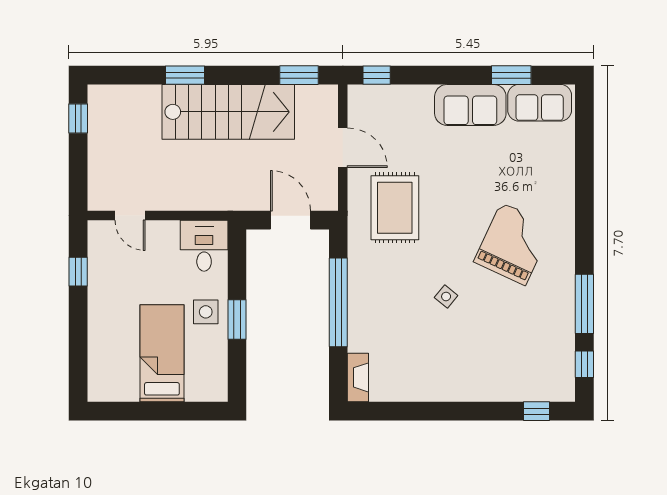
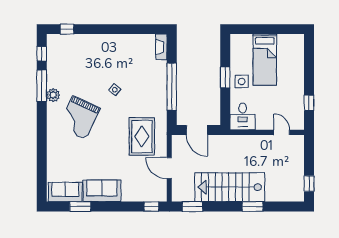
plant: (563, 286) -> (53, 95), added

